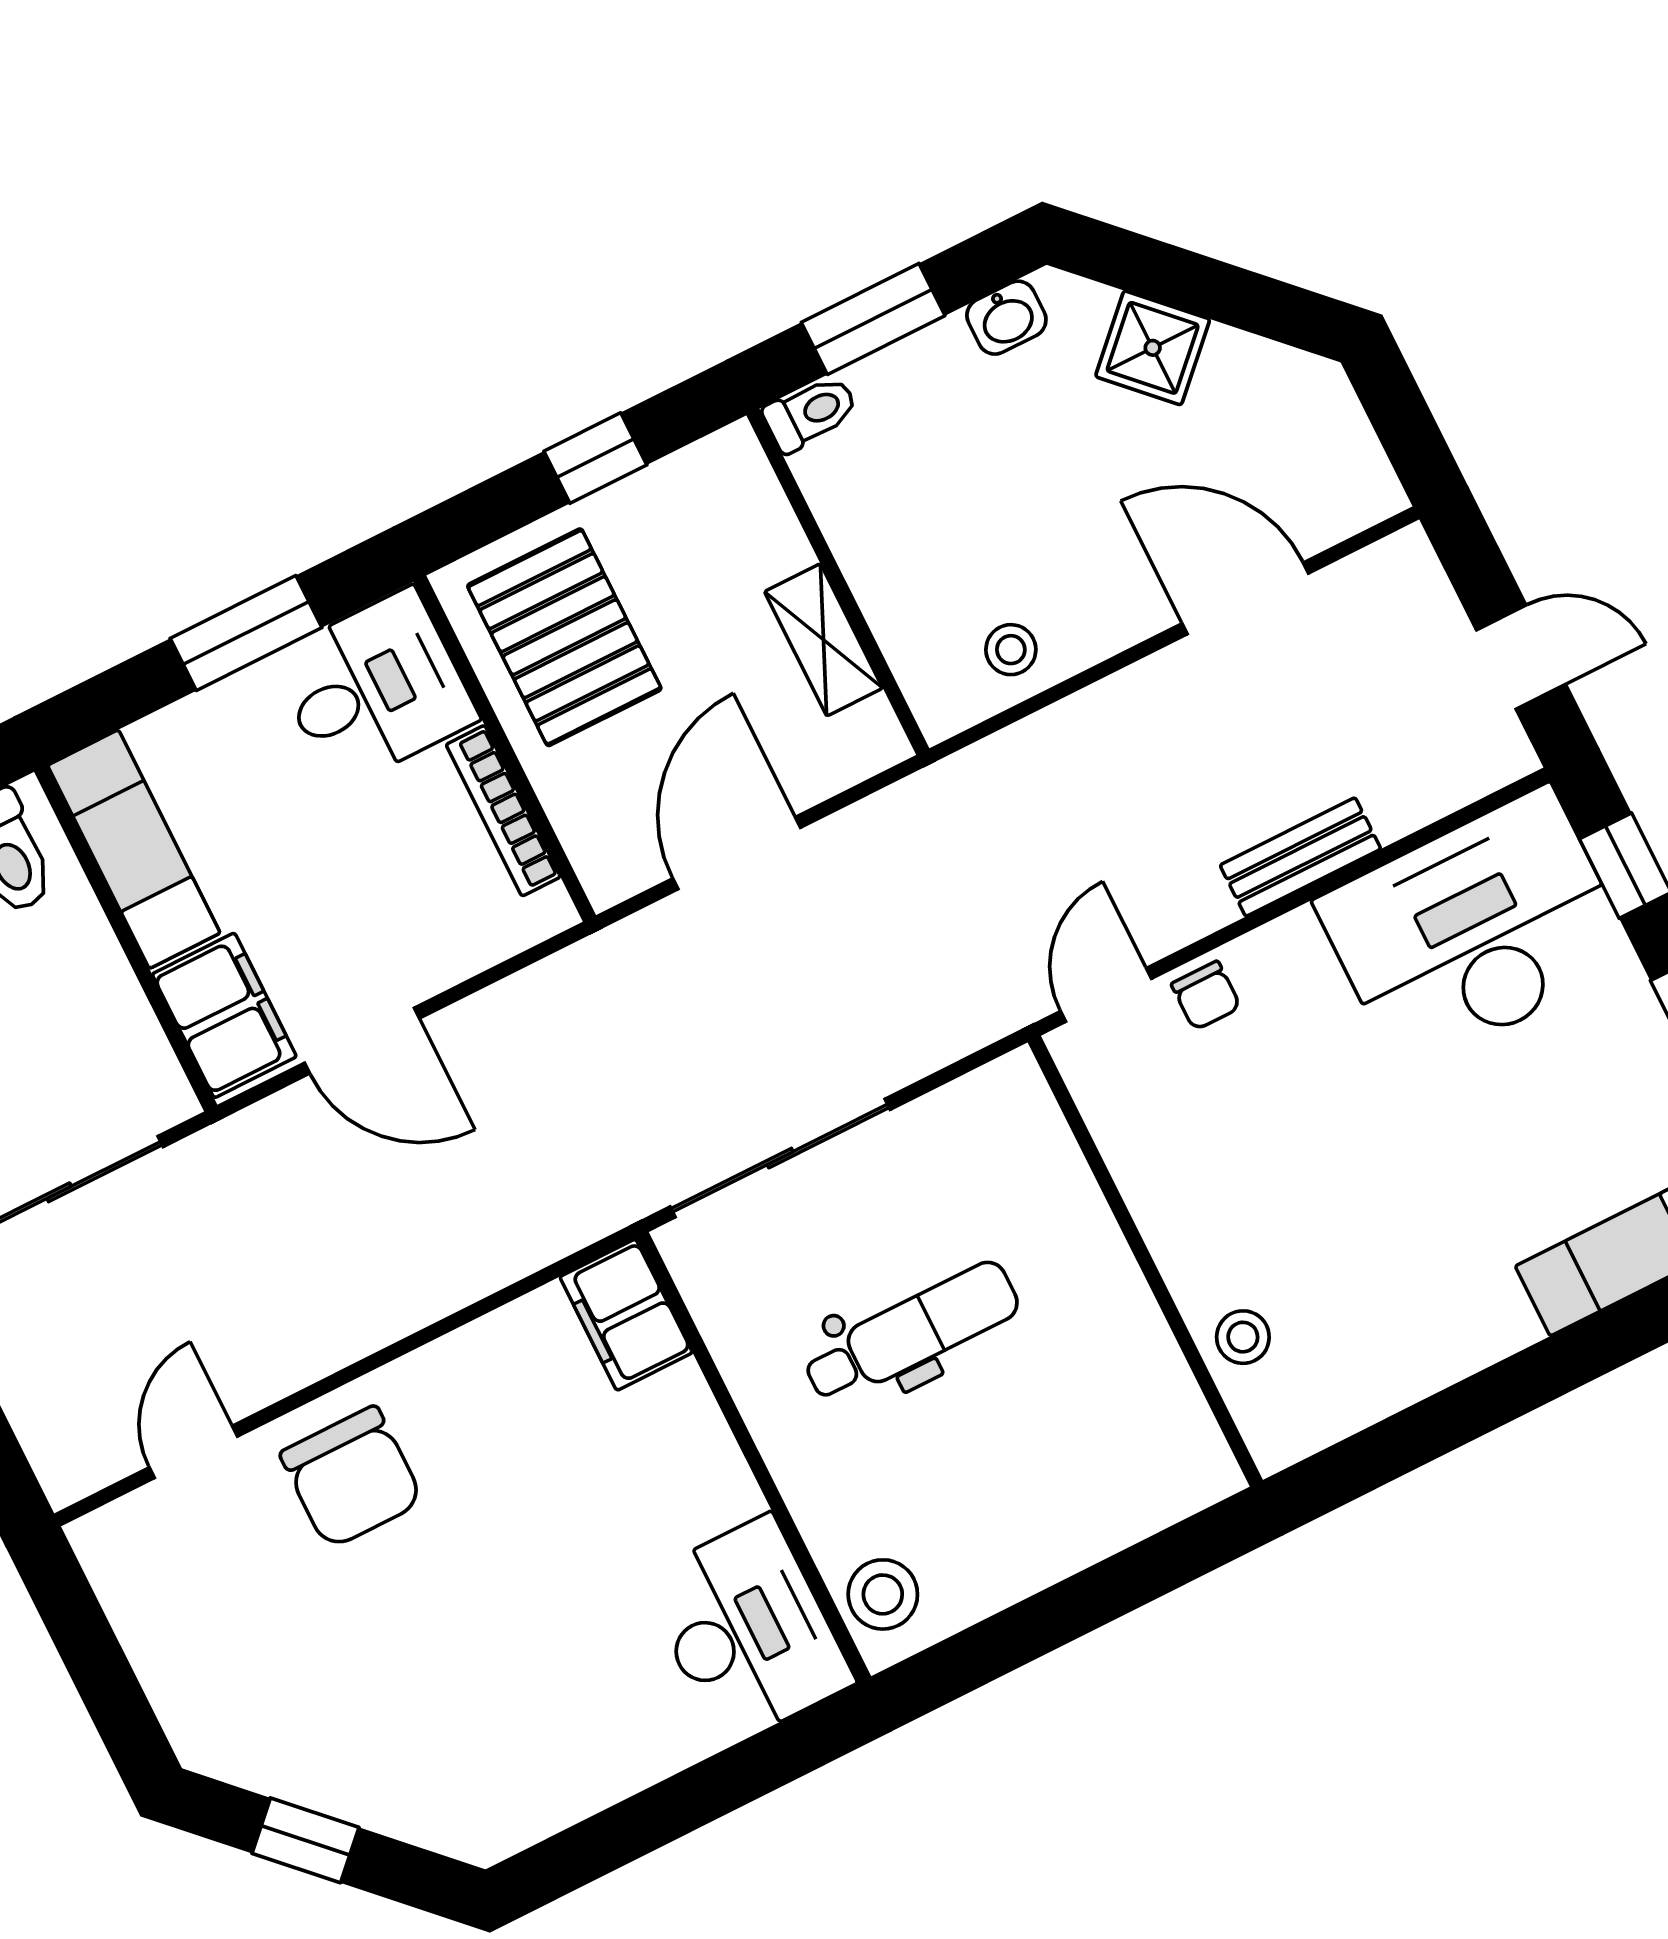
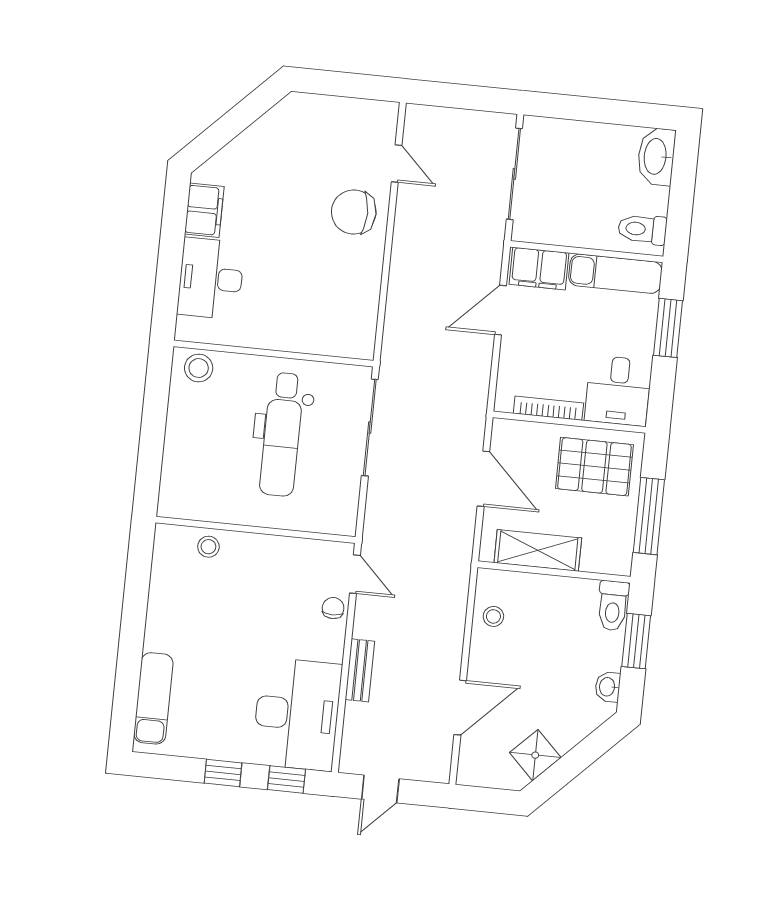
shower: (1153, 348) -> (535, 755), moved
toilet: (811, 413) -> (613, 606), width x1.37, depth x1.39
window: (595, 458) -> (649, 516), width x2.17
window: (246, 633) -> (668, 328), moved
shelving: (824, 640) -> (538, 550), width x1.50, depth x1.33
chair: (1206, 996) -> (333, 608), turned 90
filing cabinet: (626, 1315) -> (204, 210), moved, turned 90
dental chair: (911, 1333) -> (282, 434), width x1.36, depth x1.38
desk: (747, 1631) -> (211, 279), moved, turned 90
window: (305, 1840) -> (240, 118), removed

